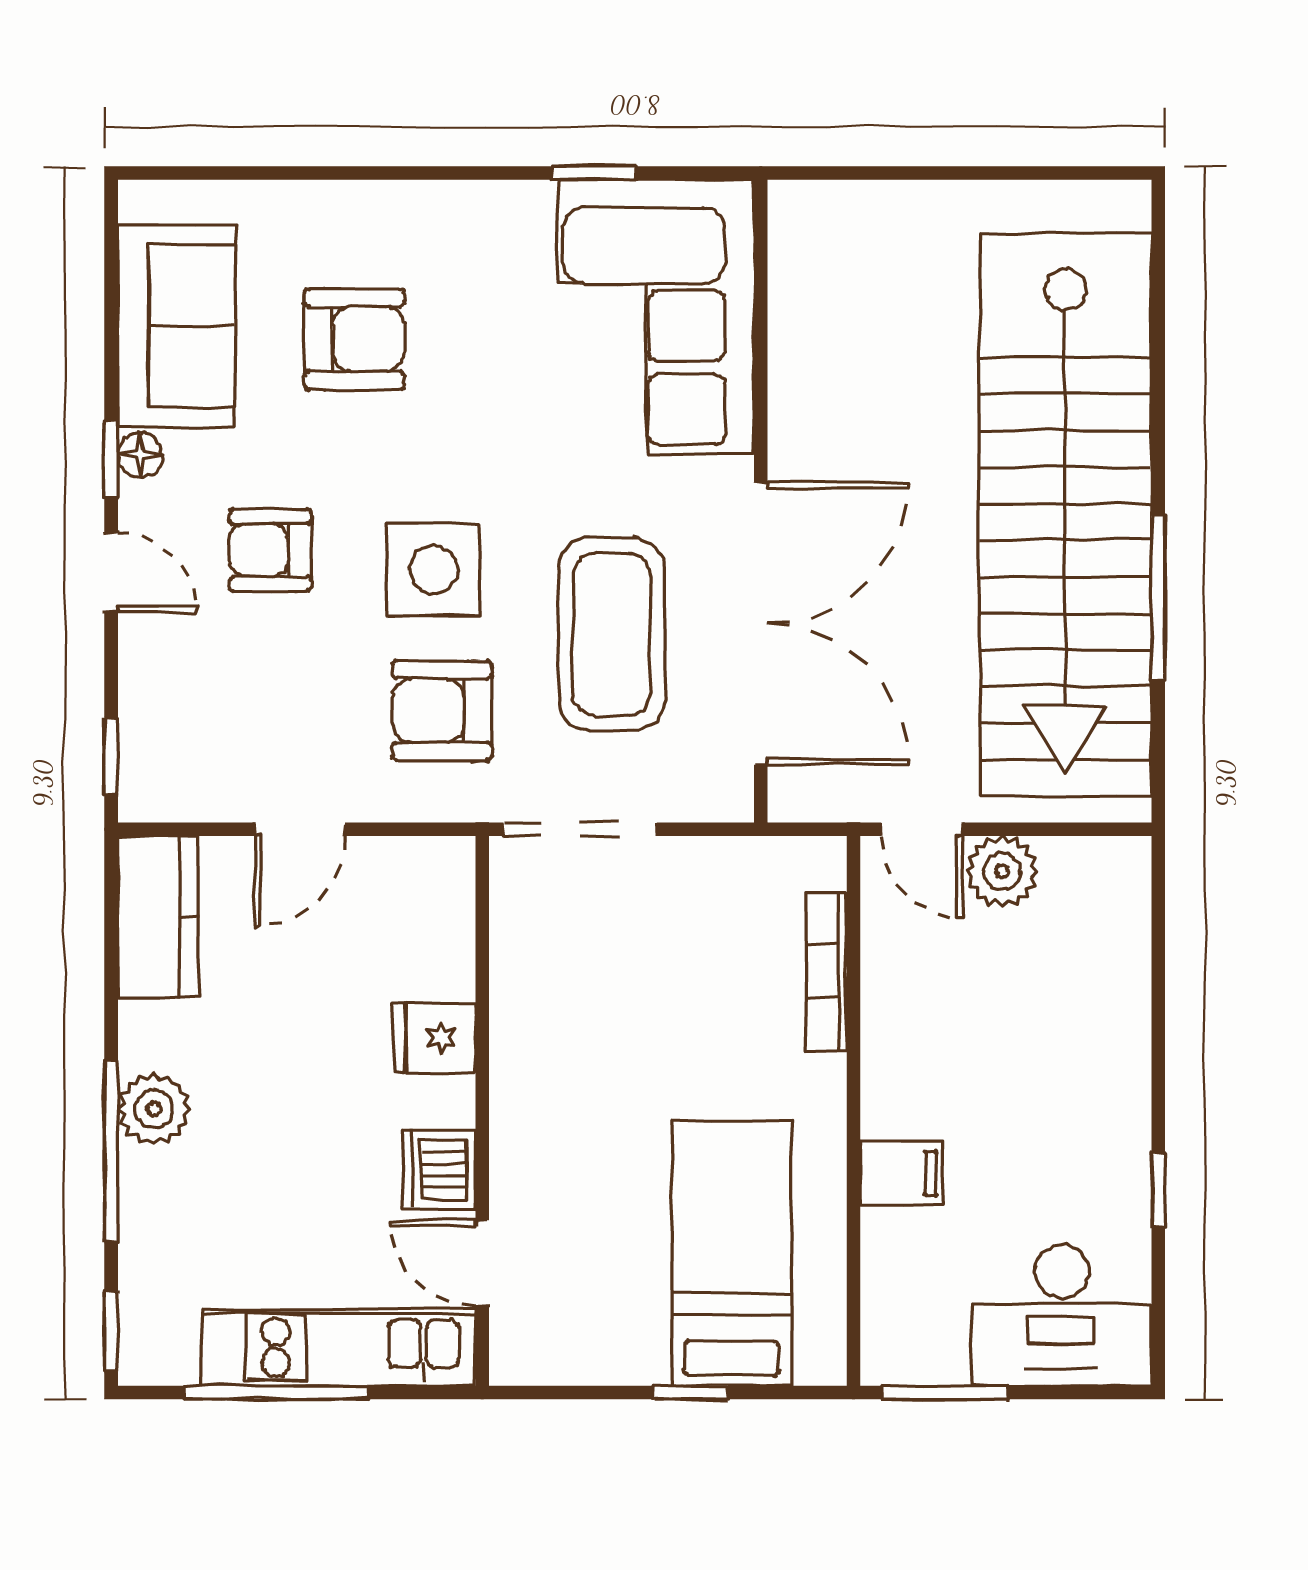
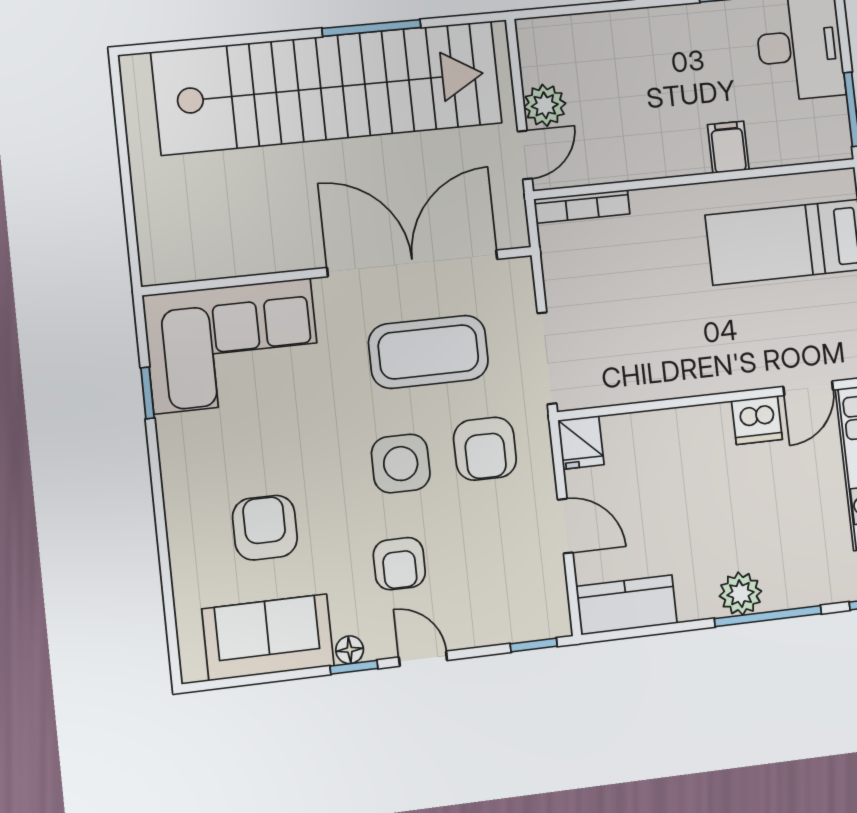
door: (111, 572) -> (423, 659), hinge flipped
bookcase: (827, 972) -> (582, 206), moved
fridge: (435, 1038) -> (581, 442), moved

